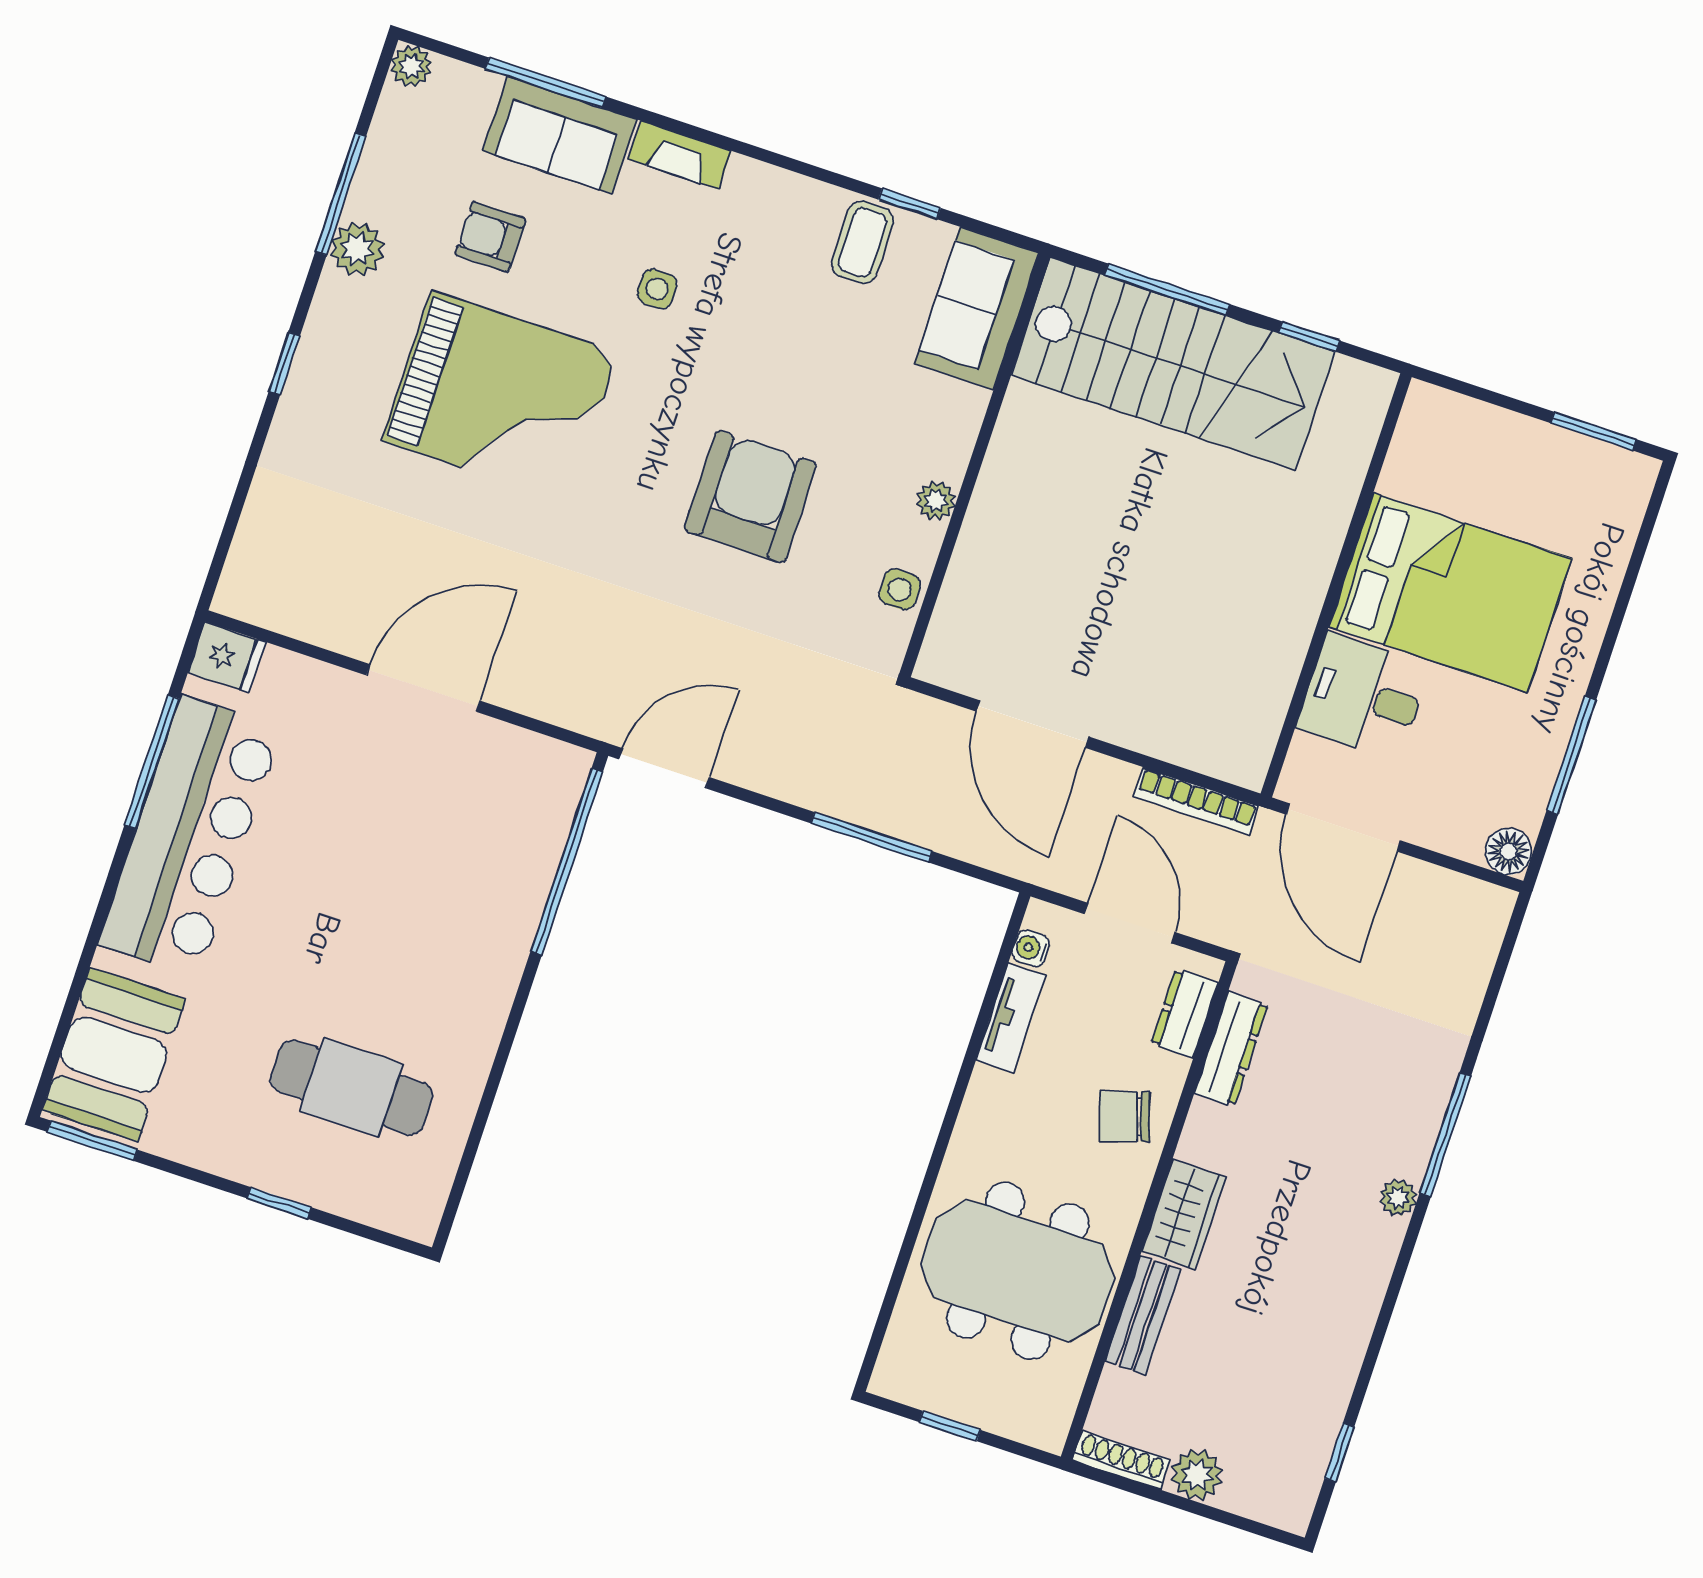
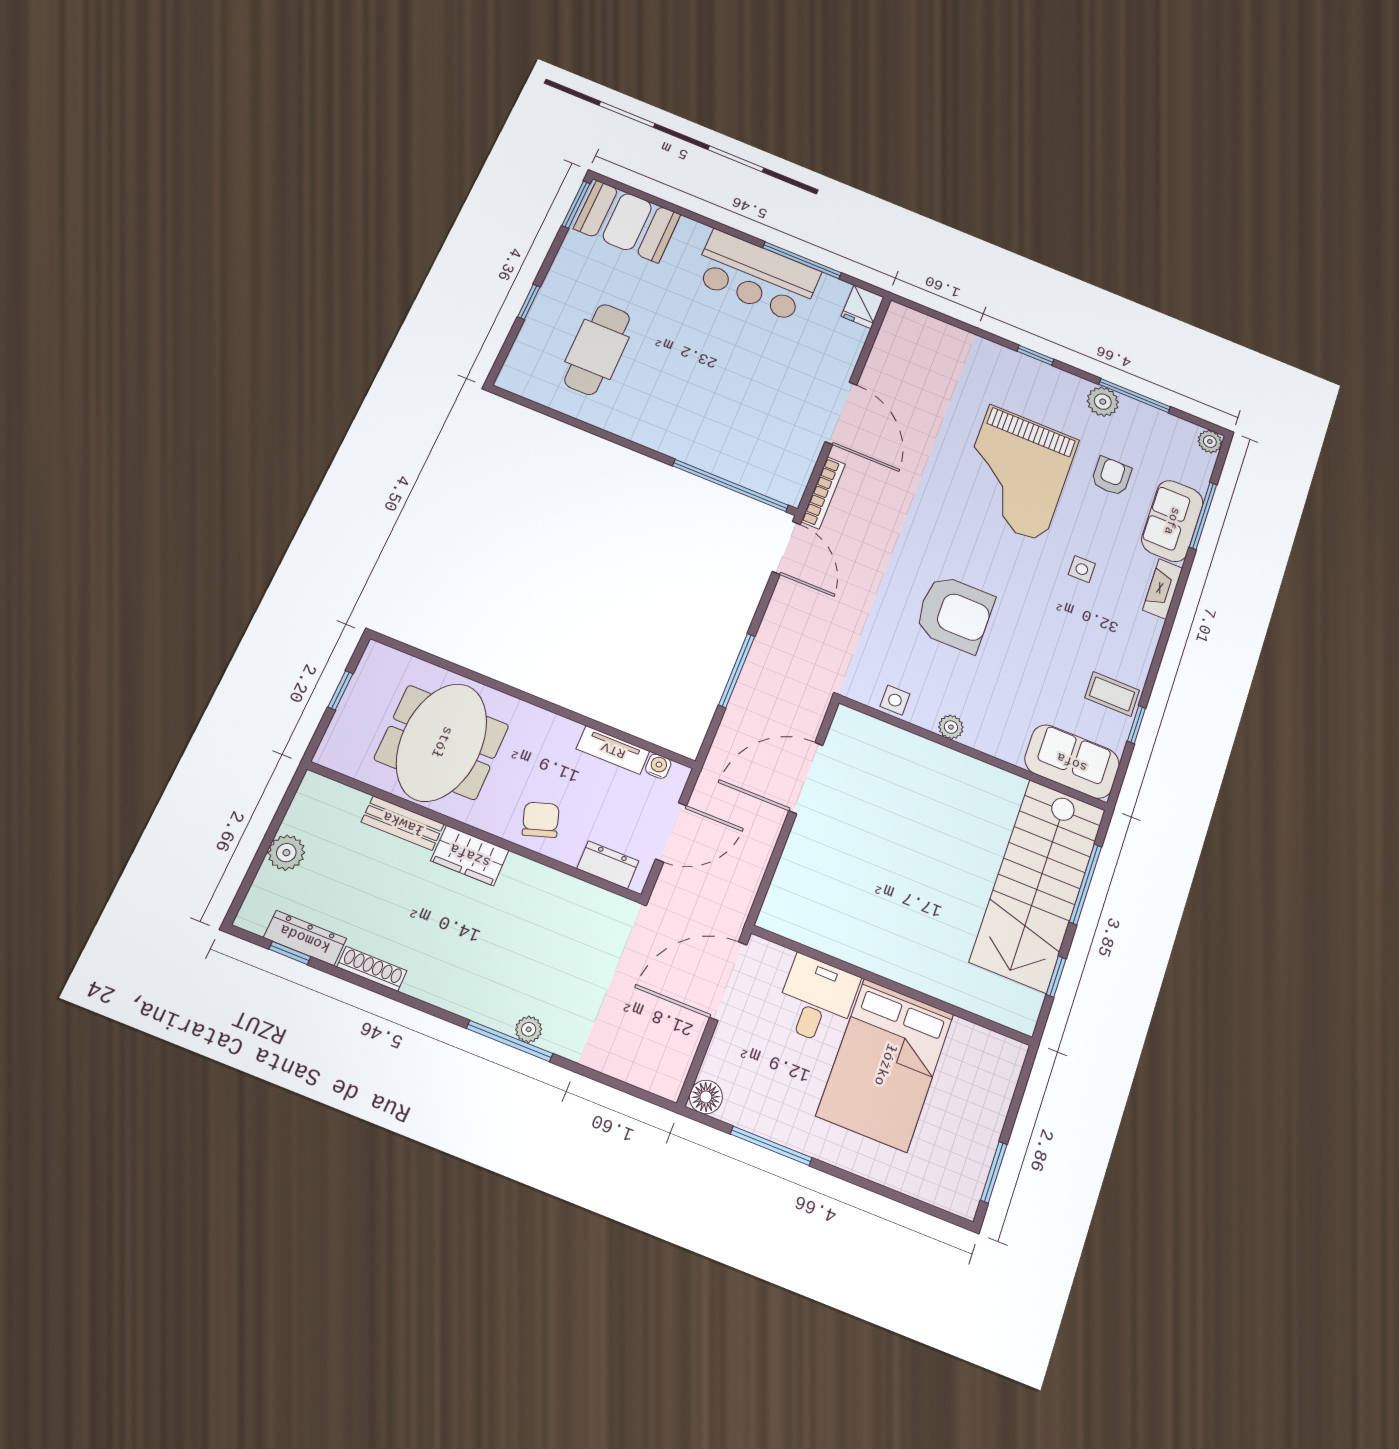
bookcase: (1196, 801) -> (823, 493), moved, turned 180
bar counter: (190, 836) -> (757, 276), width x0.73
dresser: (1231, 1049) -> (305, 938), moved, turned 180
plant: (1398, 1198) -> (529, 1029), moved
shoe rack: (1121, 1460) -> (372, 969), moved, turned -90

